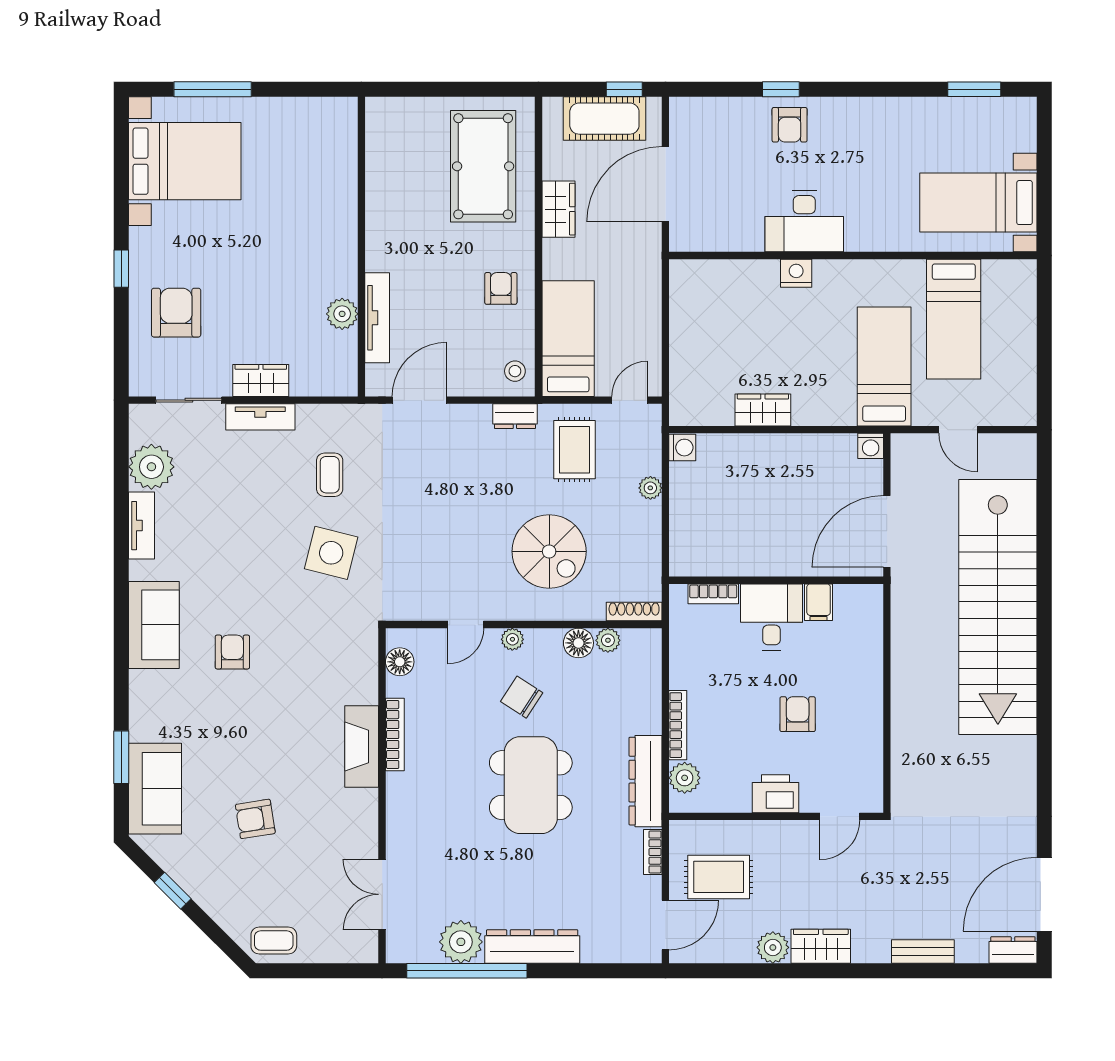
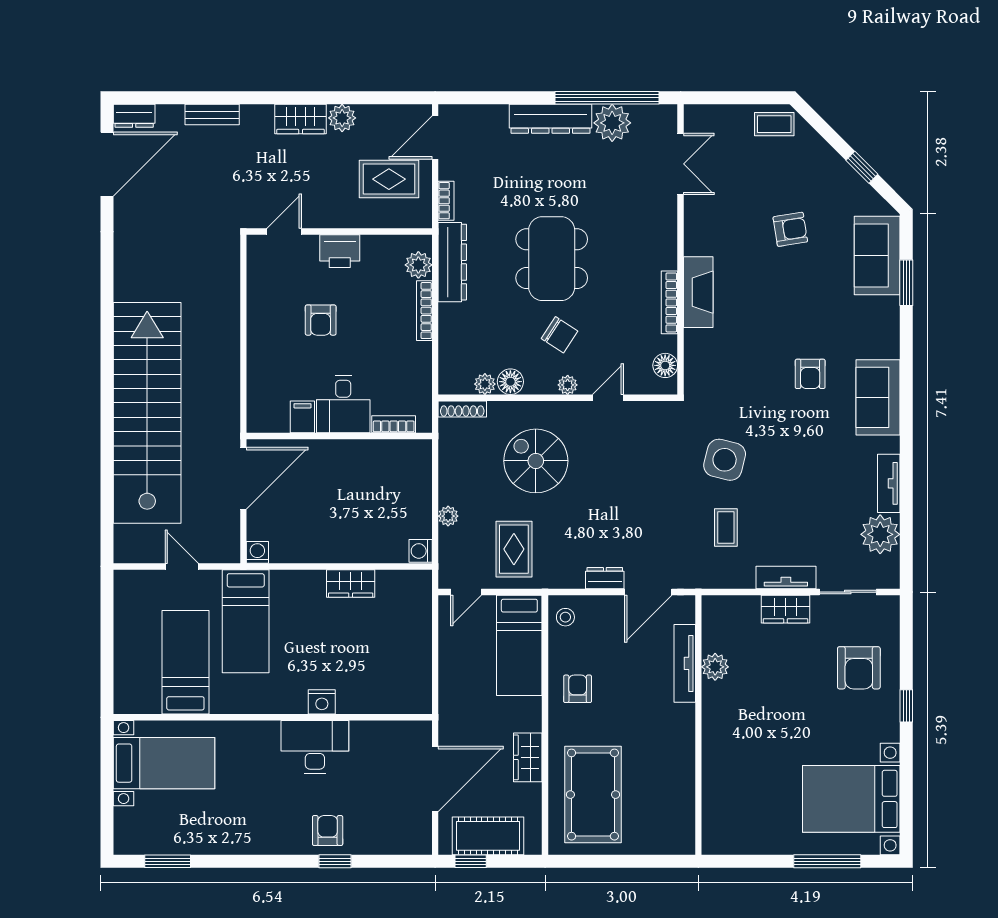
armchair: (501, 288) -> (578, 689), turned 180
dresser: (515, 416) -> (605, 578), moved

